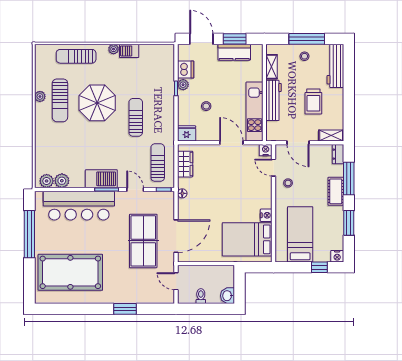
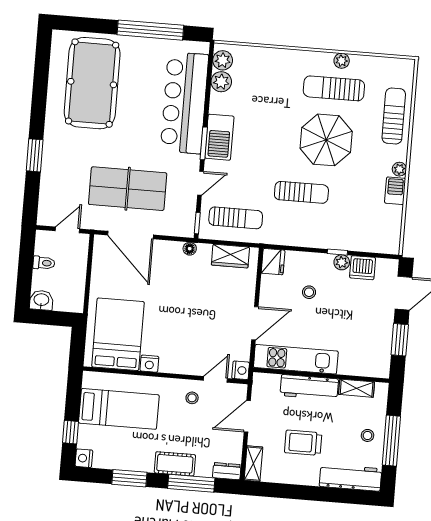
kitchen counter: (234, 52) -> (381, 338), removed

